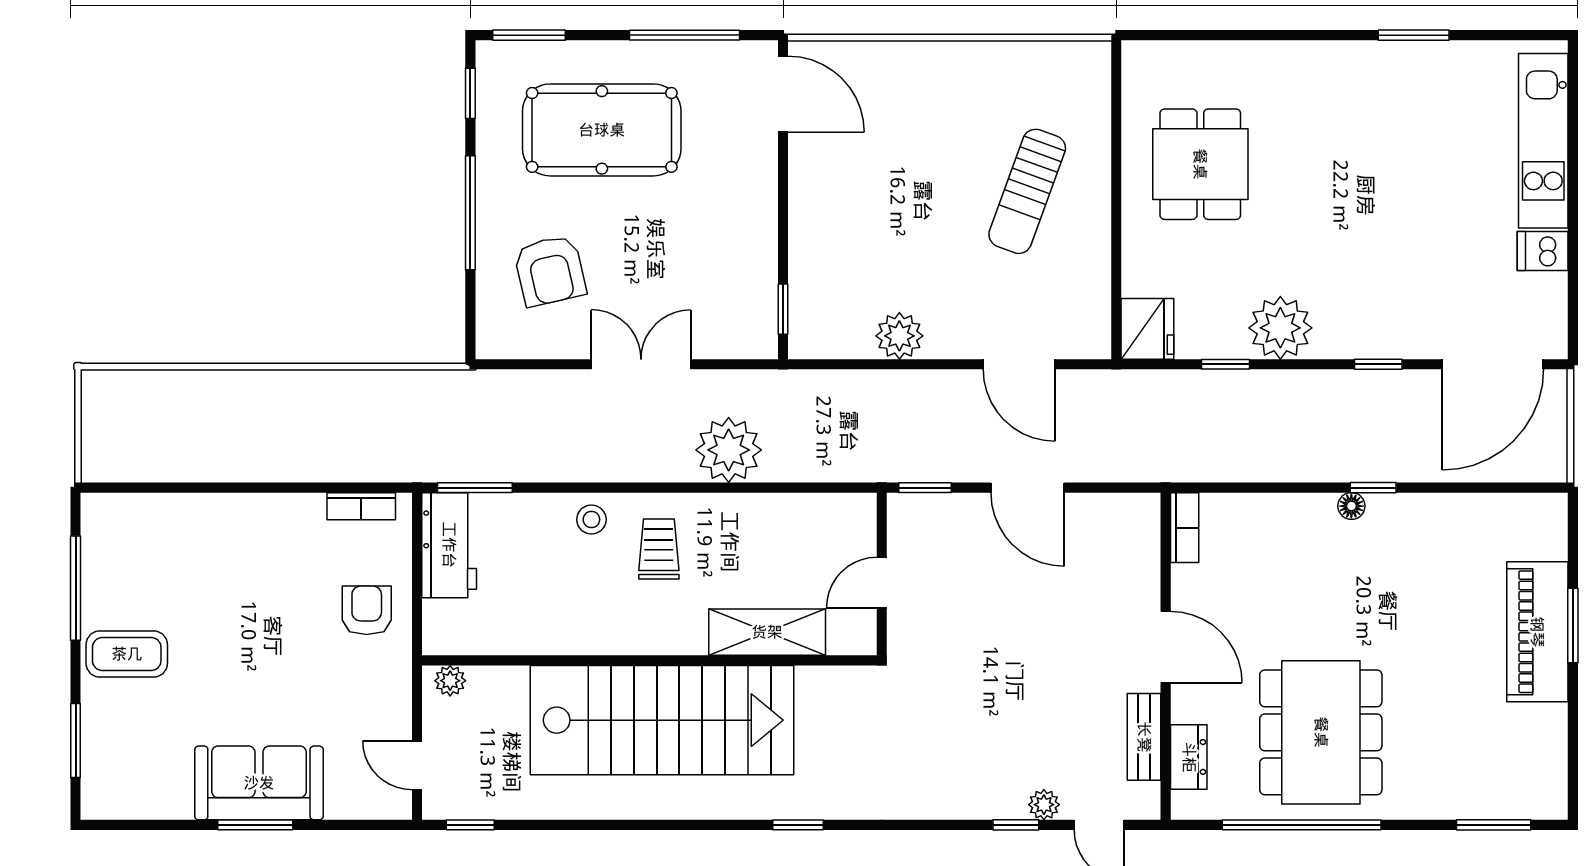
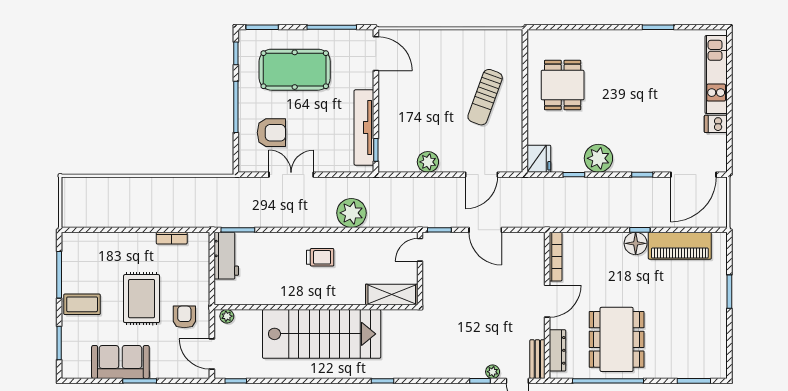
tv unit: (756, 259) -> (364, 127), added
armchair: (550, 271) -> (271, 133), turned -77
double door: (641, 364) -> (291, 175), moved
door: (1019, 364) -> (481, 175), hinge flipped
bookcase: (361, 506) -> (172, 238), moved
floor lamp: (1351, 506) -> (636, 243), width x1.89, depth x1.89
stool: (591, 520) -> (290, 244), removed
bookcase: (1185, 528) -> (556, 257), width x1.56
trolley: (659, 549) -> (320, 257), turned 90
door: (882, 582) -> (420, 250), moved
armchair: (367, 610) -> (184, 317), moved
shelving: (767, 632) -> (392, 295), moved
piano: (1537, 632) -> (680, 246), moved, turned -90
rug: (260, 641) -> (142, 299), added
door: (1166, 647) -> (547, 301), hinge flipped
bench: (1144, 737) -> (537, 359), moved
dresser: (1189, 757) -> (557, 350), width x1.44
door: (417, 765) -> (212, 354), width x1.38
sofa: (259, 783) -> (120, 362), moved

